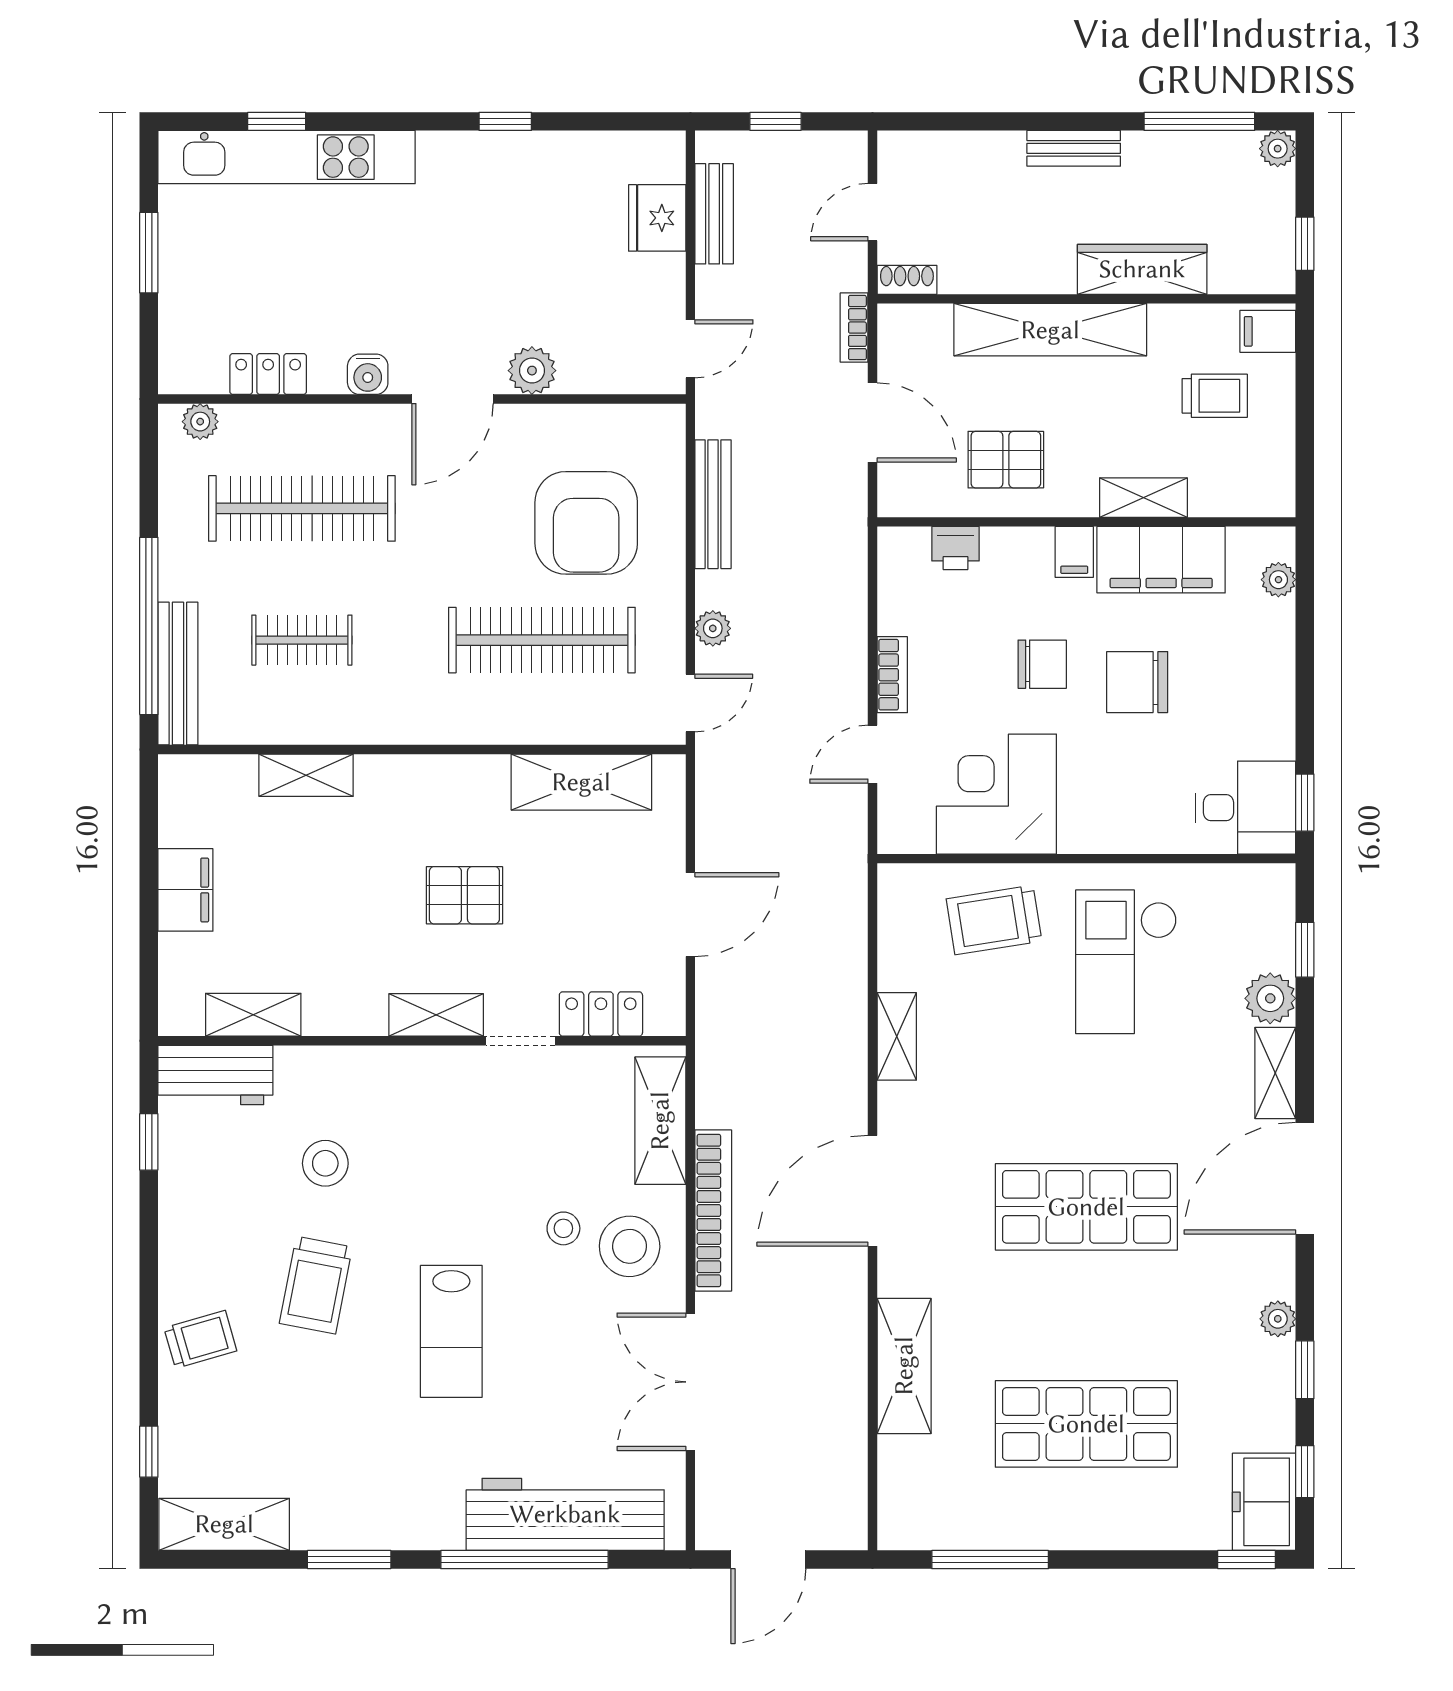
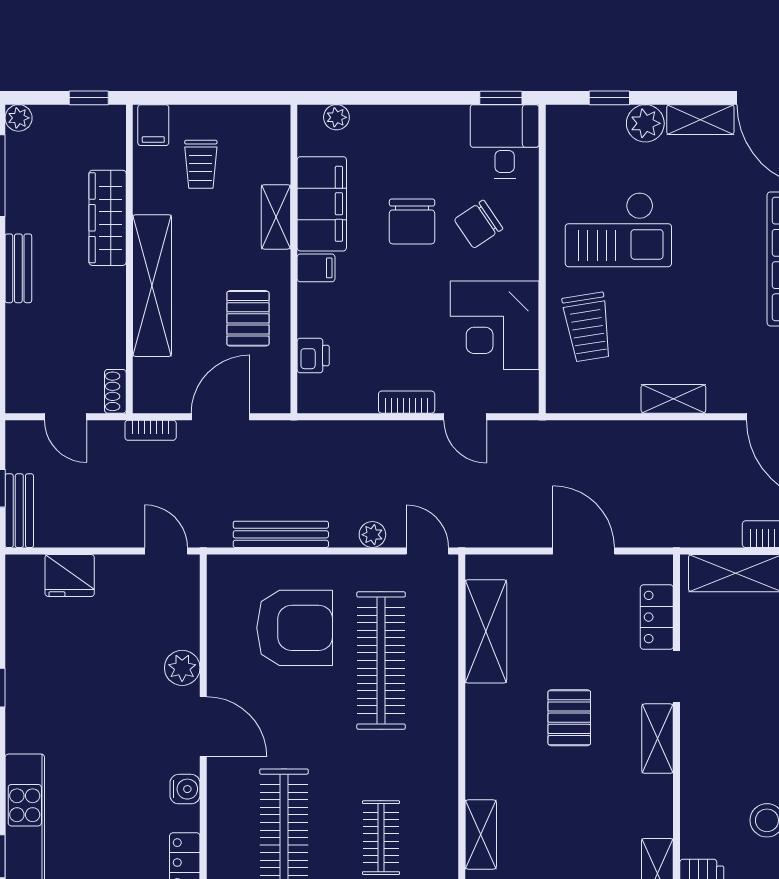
bench: (714, 214) -> (19, 511), moved, turned 90
trolley: (1215, 396) -> (201, 164), turned 180
chair: (1042, 664) -> (479, 224), moved, turned -124

